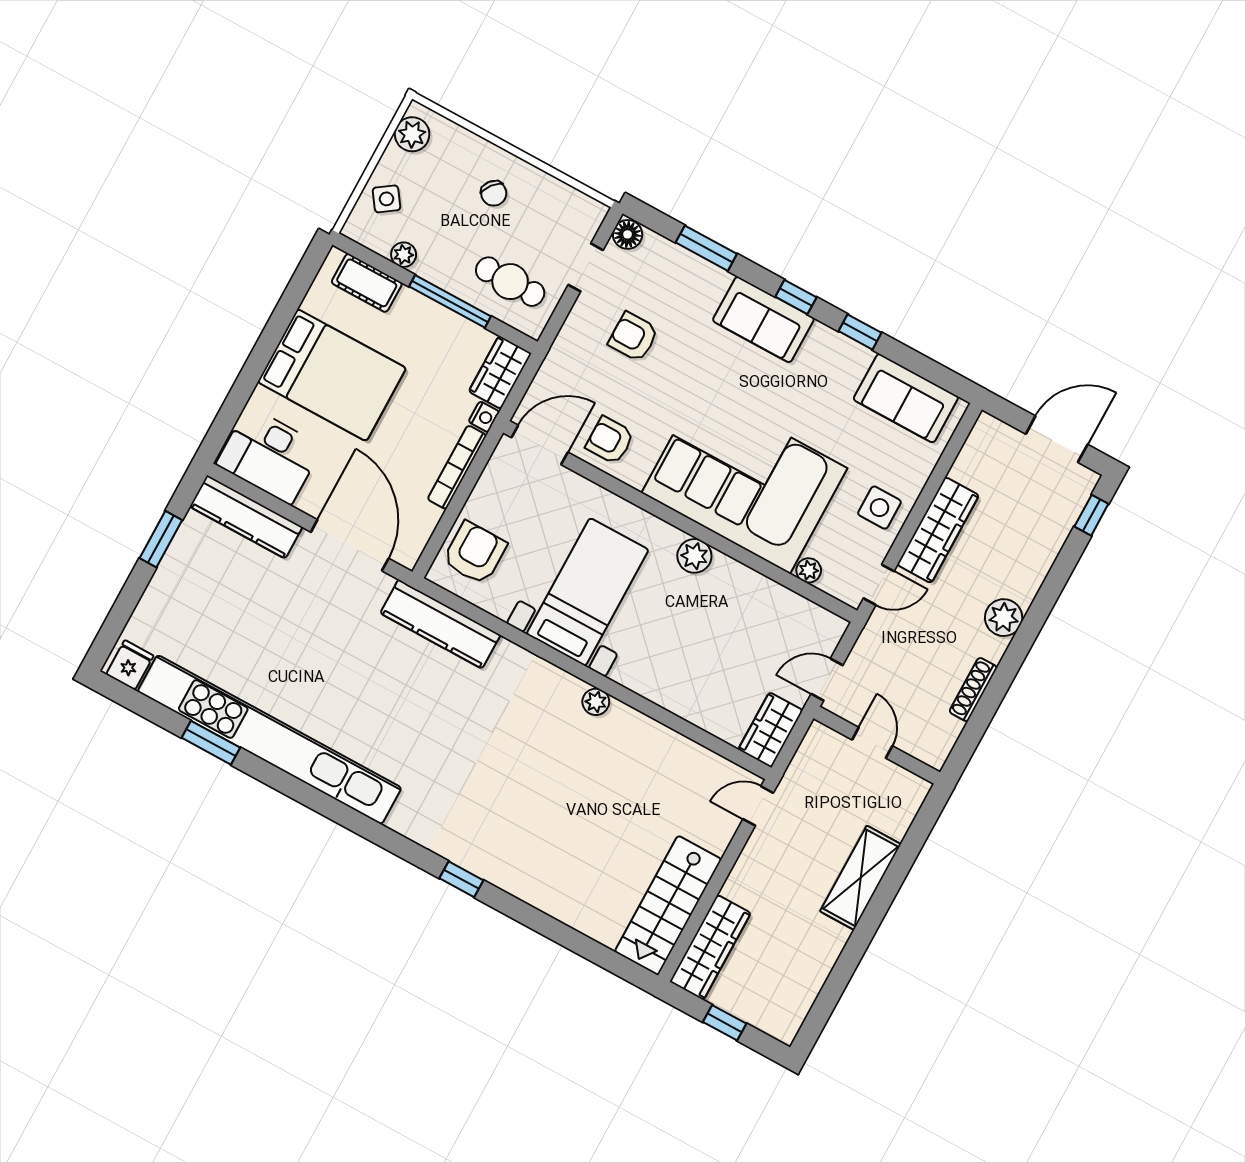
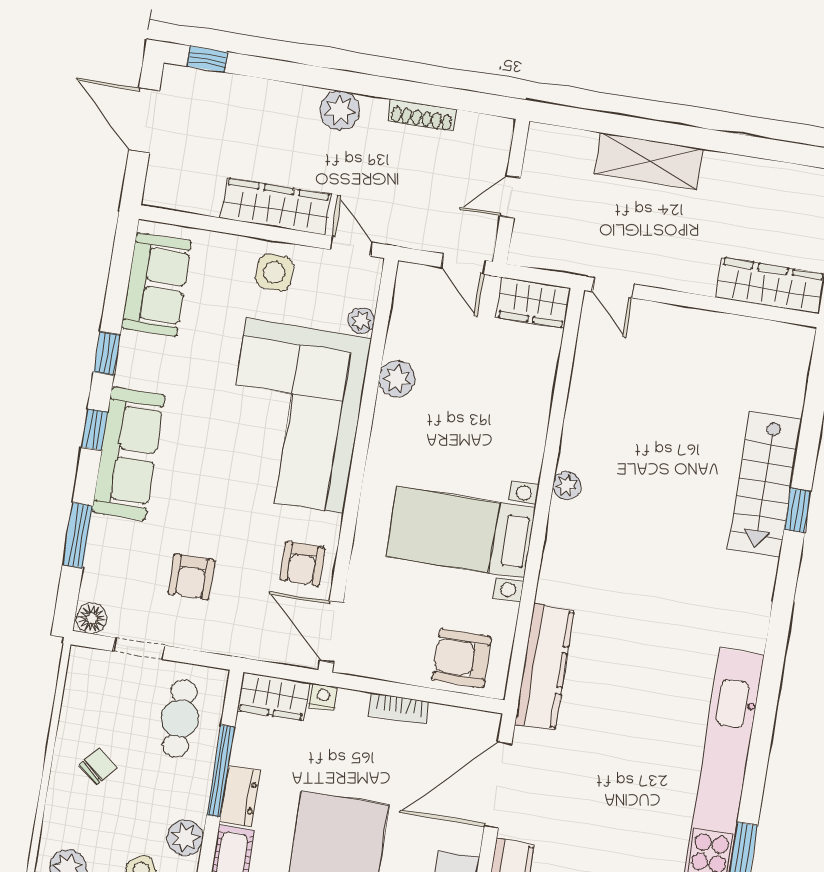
plant: (404, 255) -> (185, 838), width x1.38, depth x1.38
dresser: (422, 311) -> (240, 796), added
sofa: (763, 320) -> (128, 454), width x1.36
bookcase: (457, 467) -> (399, 708), width x0.64
plant: (694, 556) -> (397, 379), moved
window: (461, 879) -> (798, 510), moved
stairs: (668, 905) -> (765, 484), moved, turned 90

